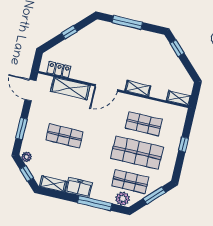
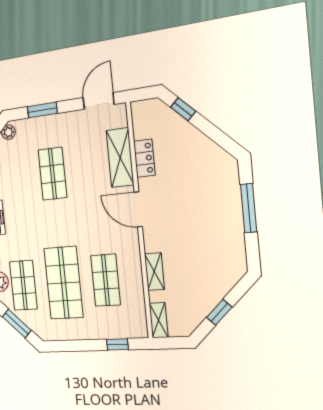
window: (69, 32) -> (183, 109), moved
window: (177, 48) -> (219, 312), moved
locker: (59, 69) -> (144, 158), moved
shelving: (138, 88) -> (154, 272), moved
window: (183, 144) -> (117, 344), moved

